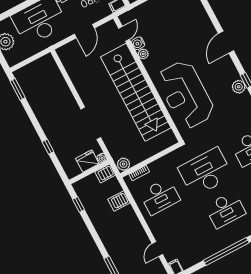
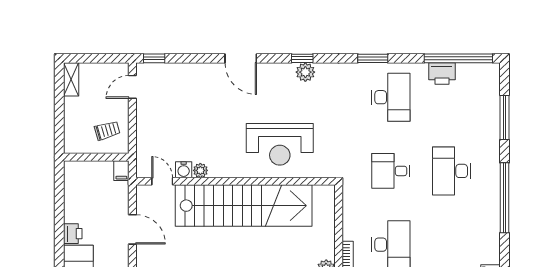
reception desk: (186, 95) -> (280, 144), width x0.74, depth x0.77
desk: (205, 172) -> (391, 171), width x0.53, depth x0.77
desk: (225, 210) -> (451, 171), turned 180

